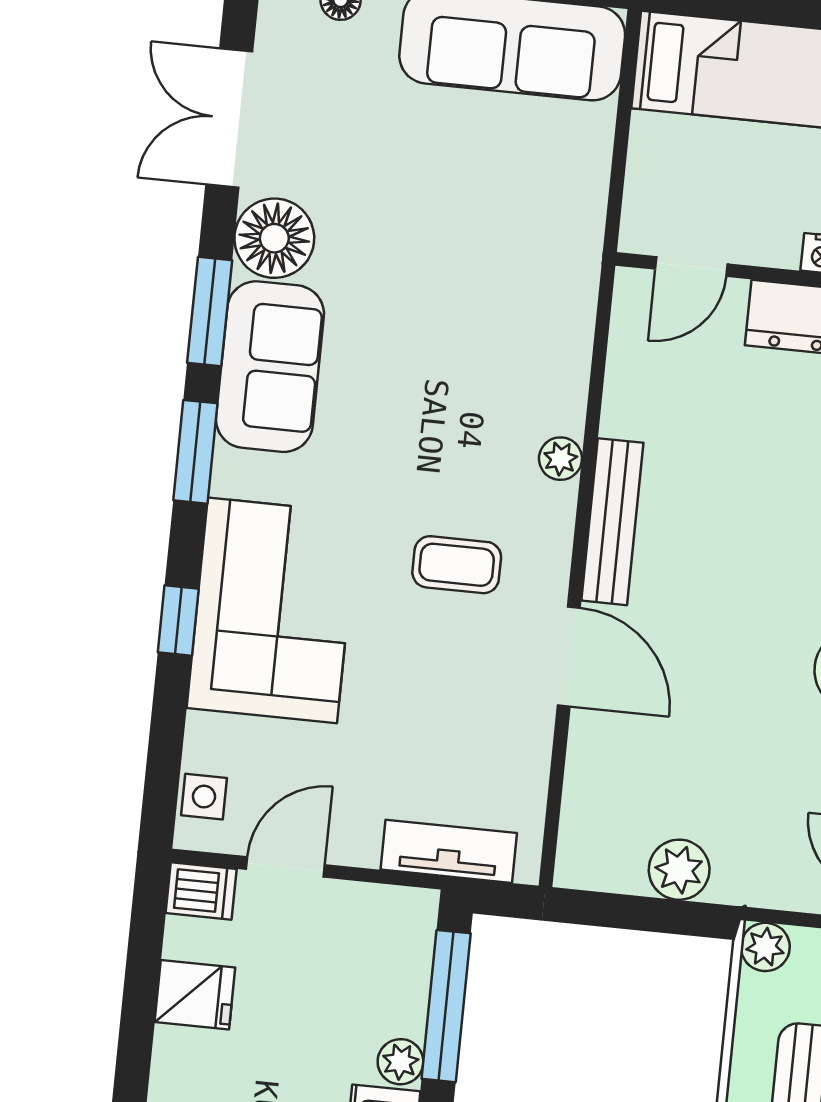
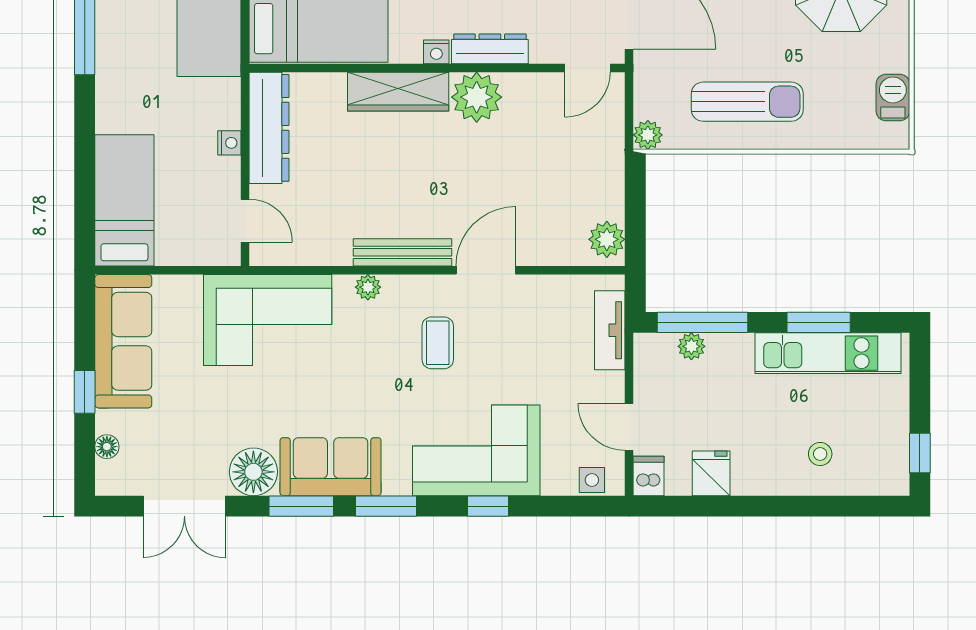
corner sofa: (523, 287) -> (268, 320), added
plant: (679, 870) -> (607, 239), moved
plant: (400, 1062) -> (691, 346), moved

